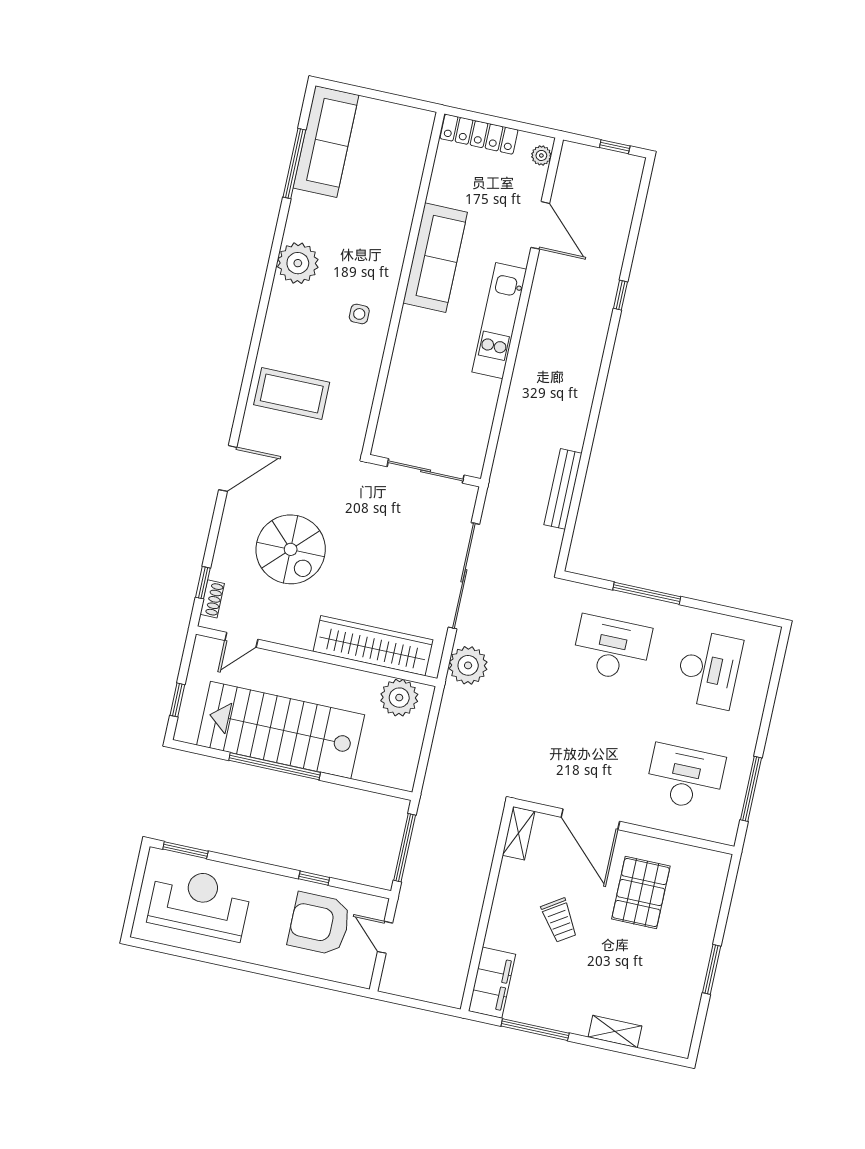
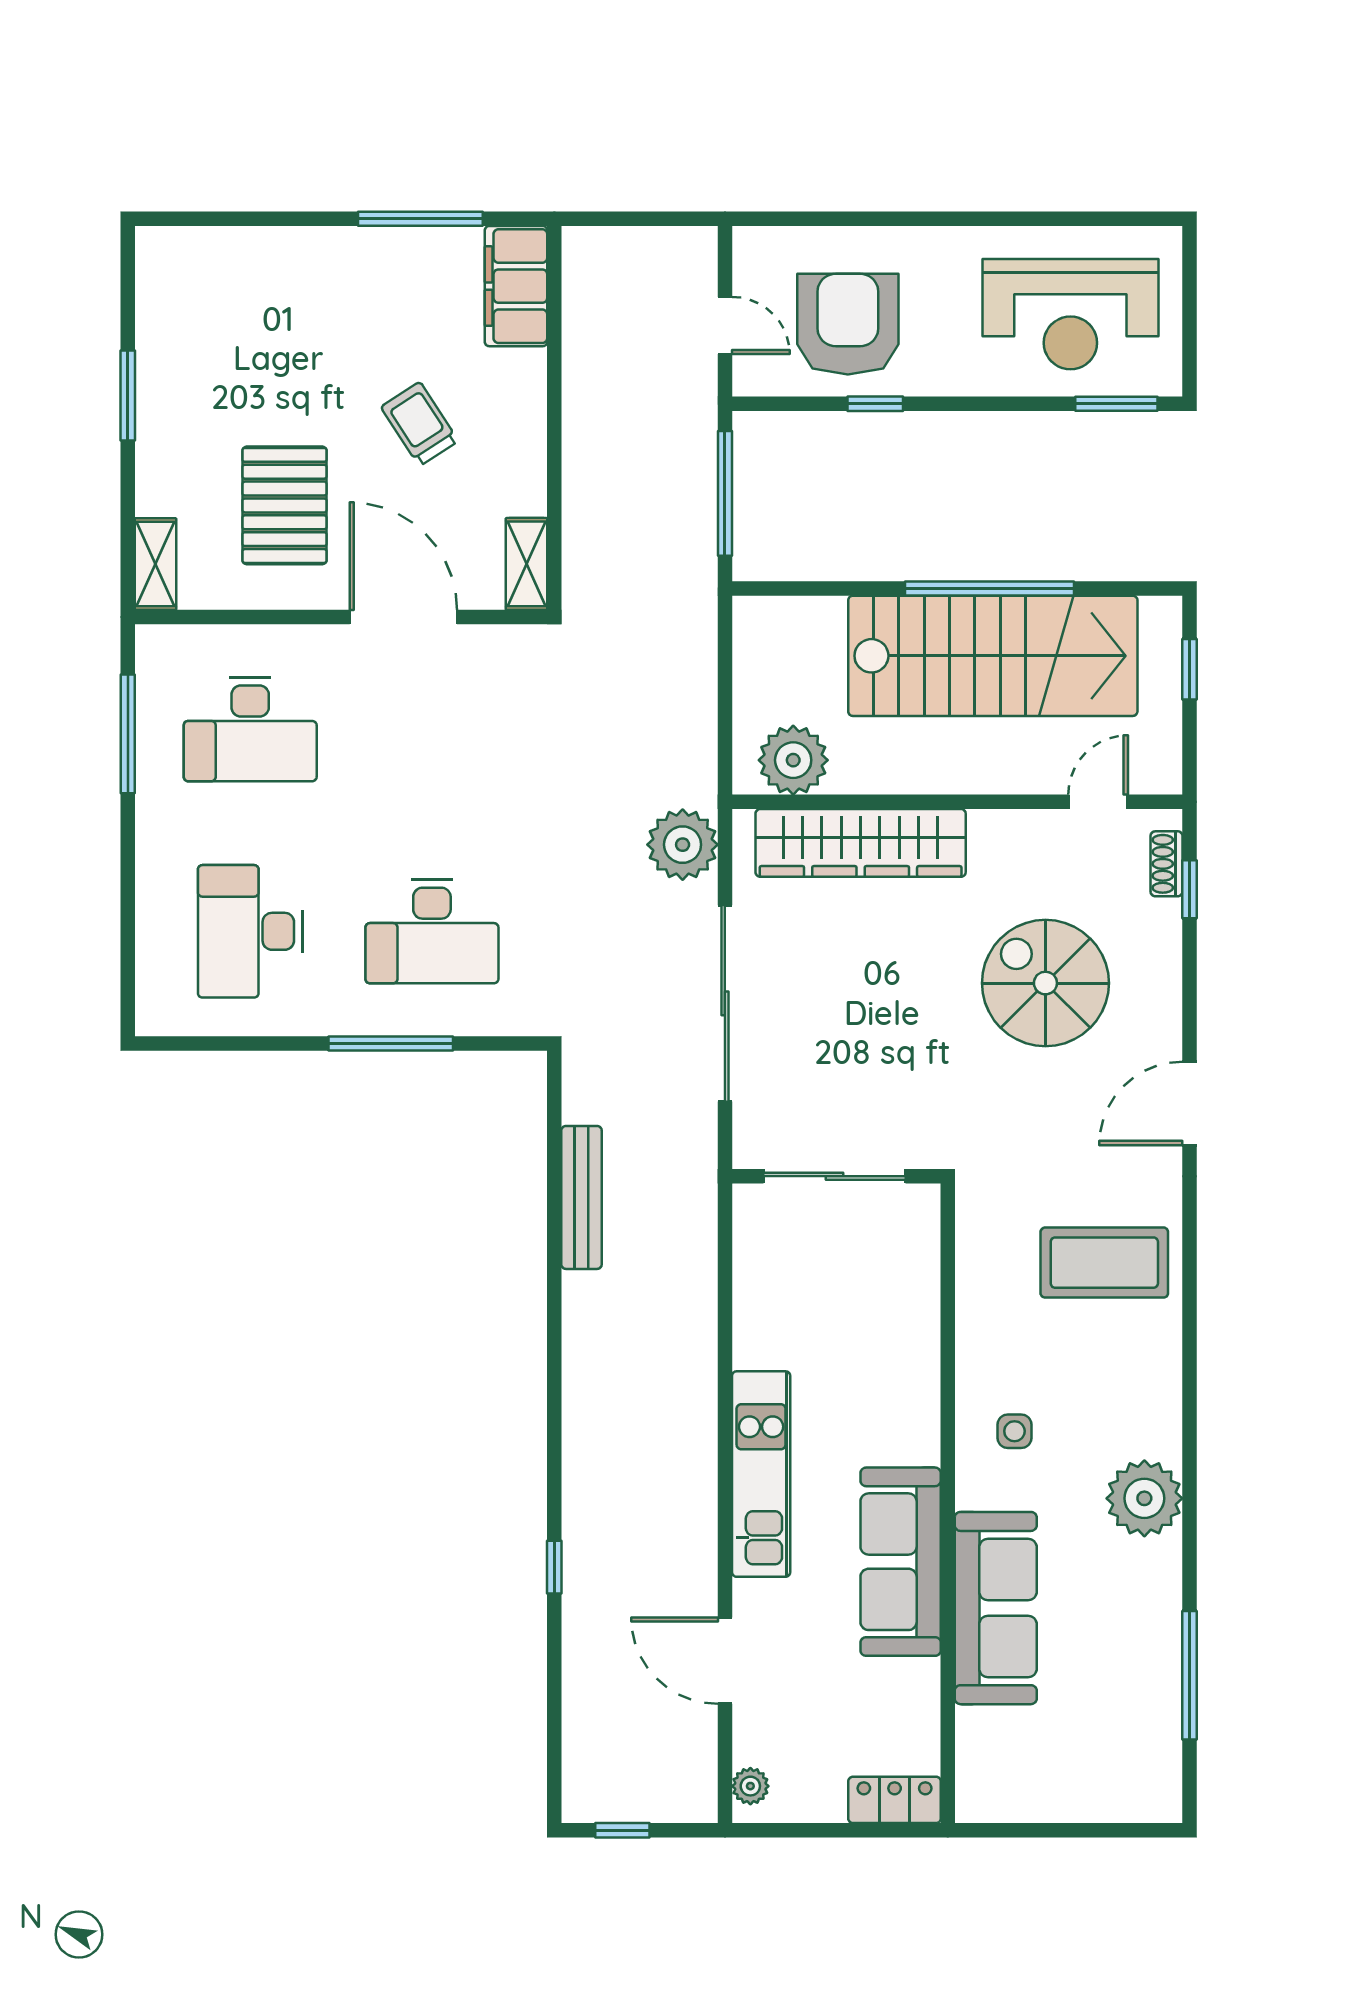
locker: (479, 134) -> (895, 1800), width x0.66
sofa: (326, 141) -> (996, 1608), moved, turned 180
armchair: (319, 924) -> (848, 324), turned -90
shelving: (615, 1032) -> (156, 564), moved, turned 90

